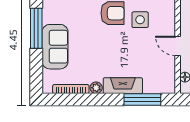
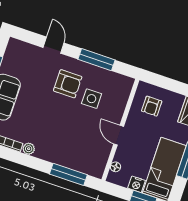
fireplace: (123, 86) -> (54, 155), removed

